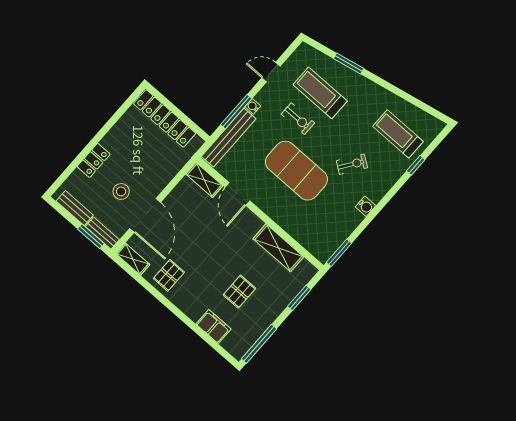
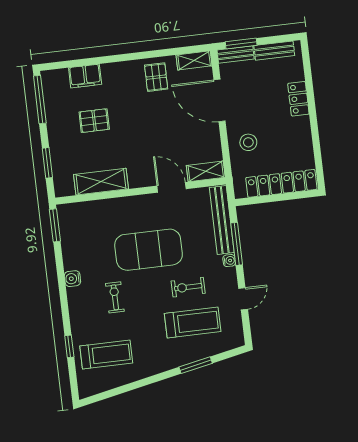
exercise bike: (352, 164) -> (115, 297), turned 145
stool: (121, 191) -> (248, 142), moved
pallet: (239, 292) -> (94, 121), turned 90

